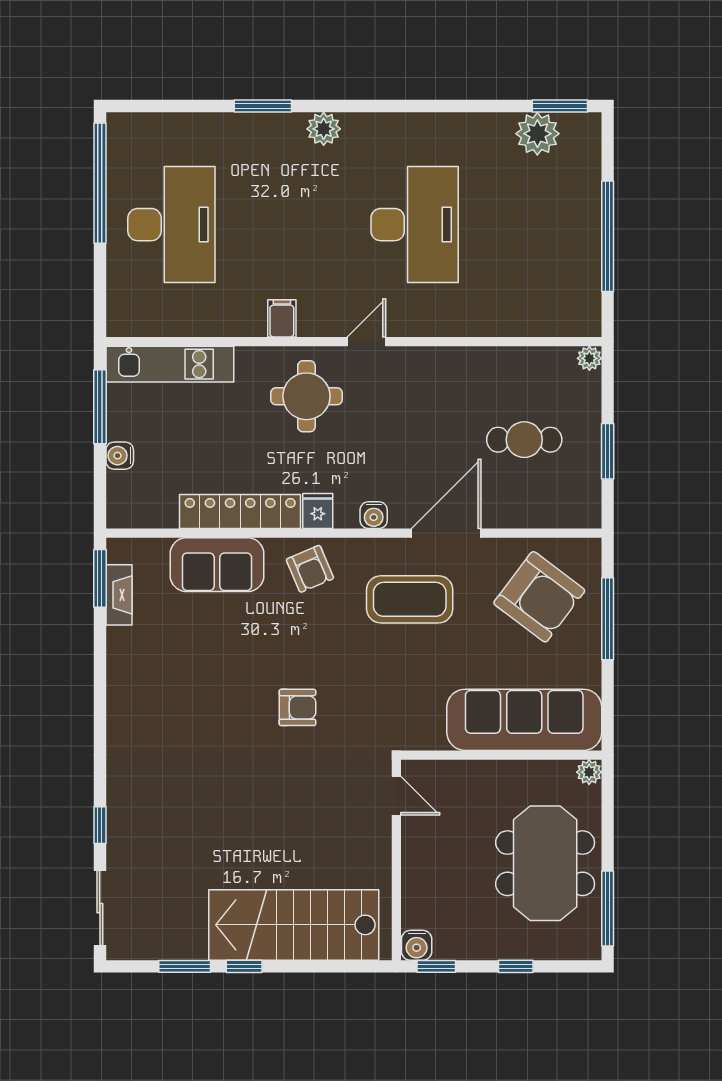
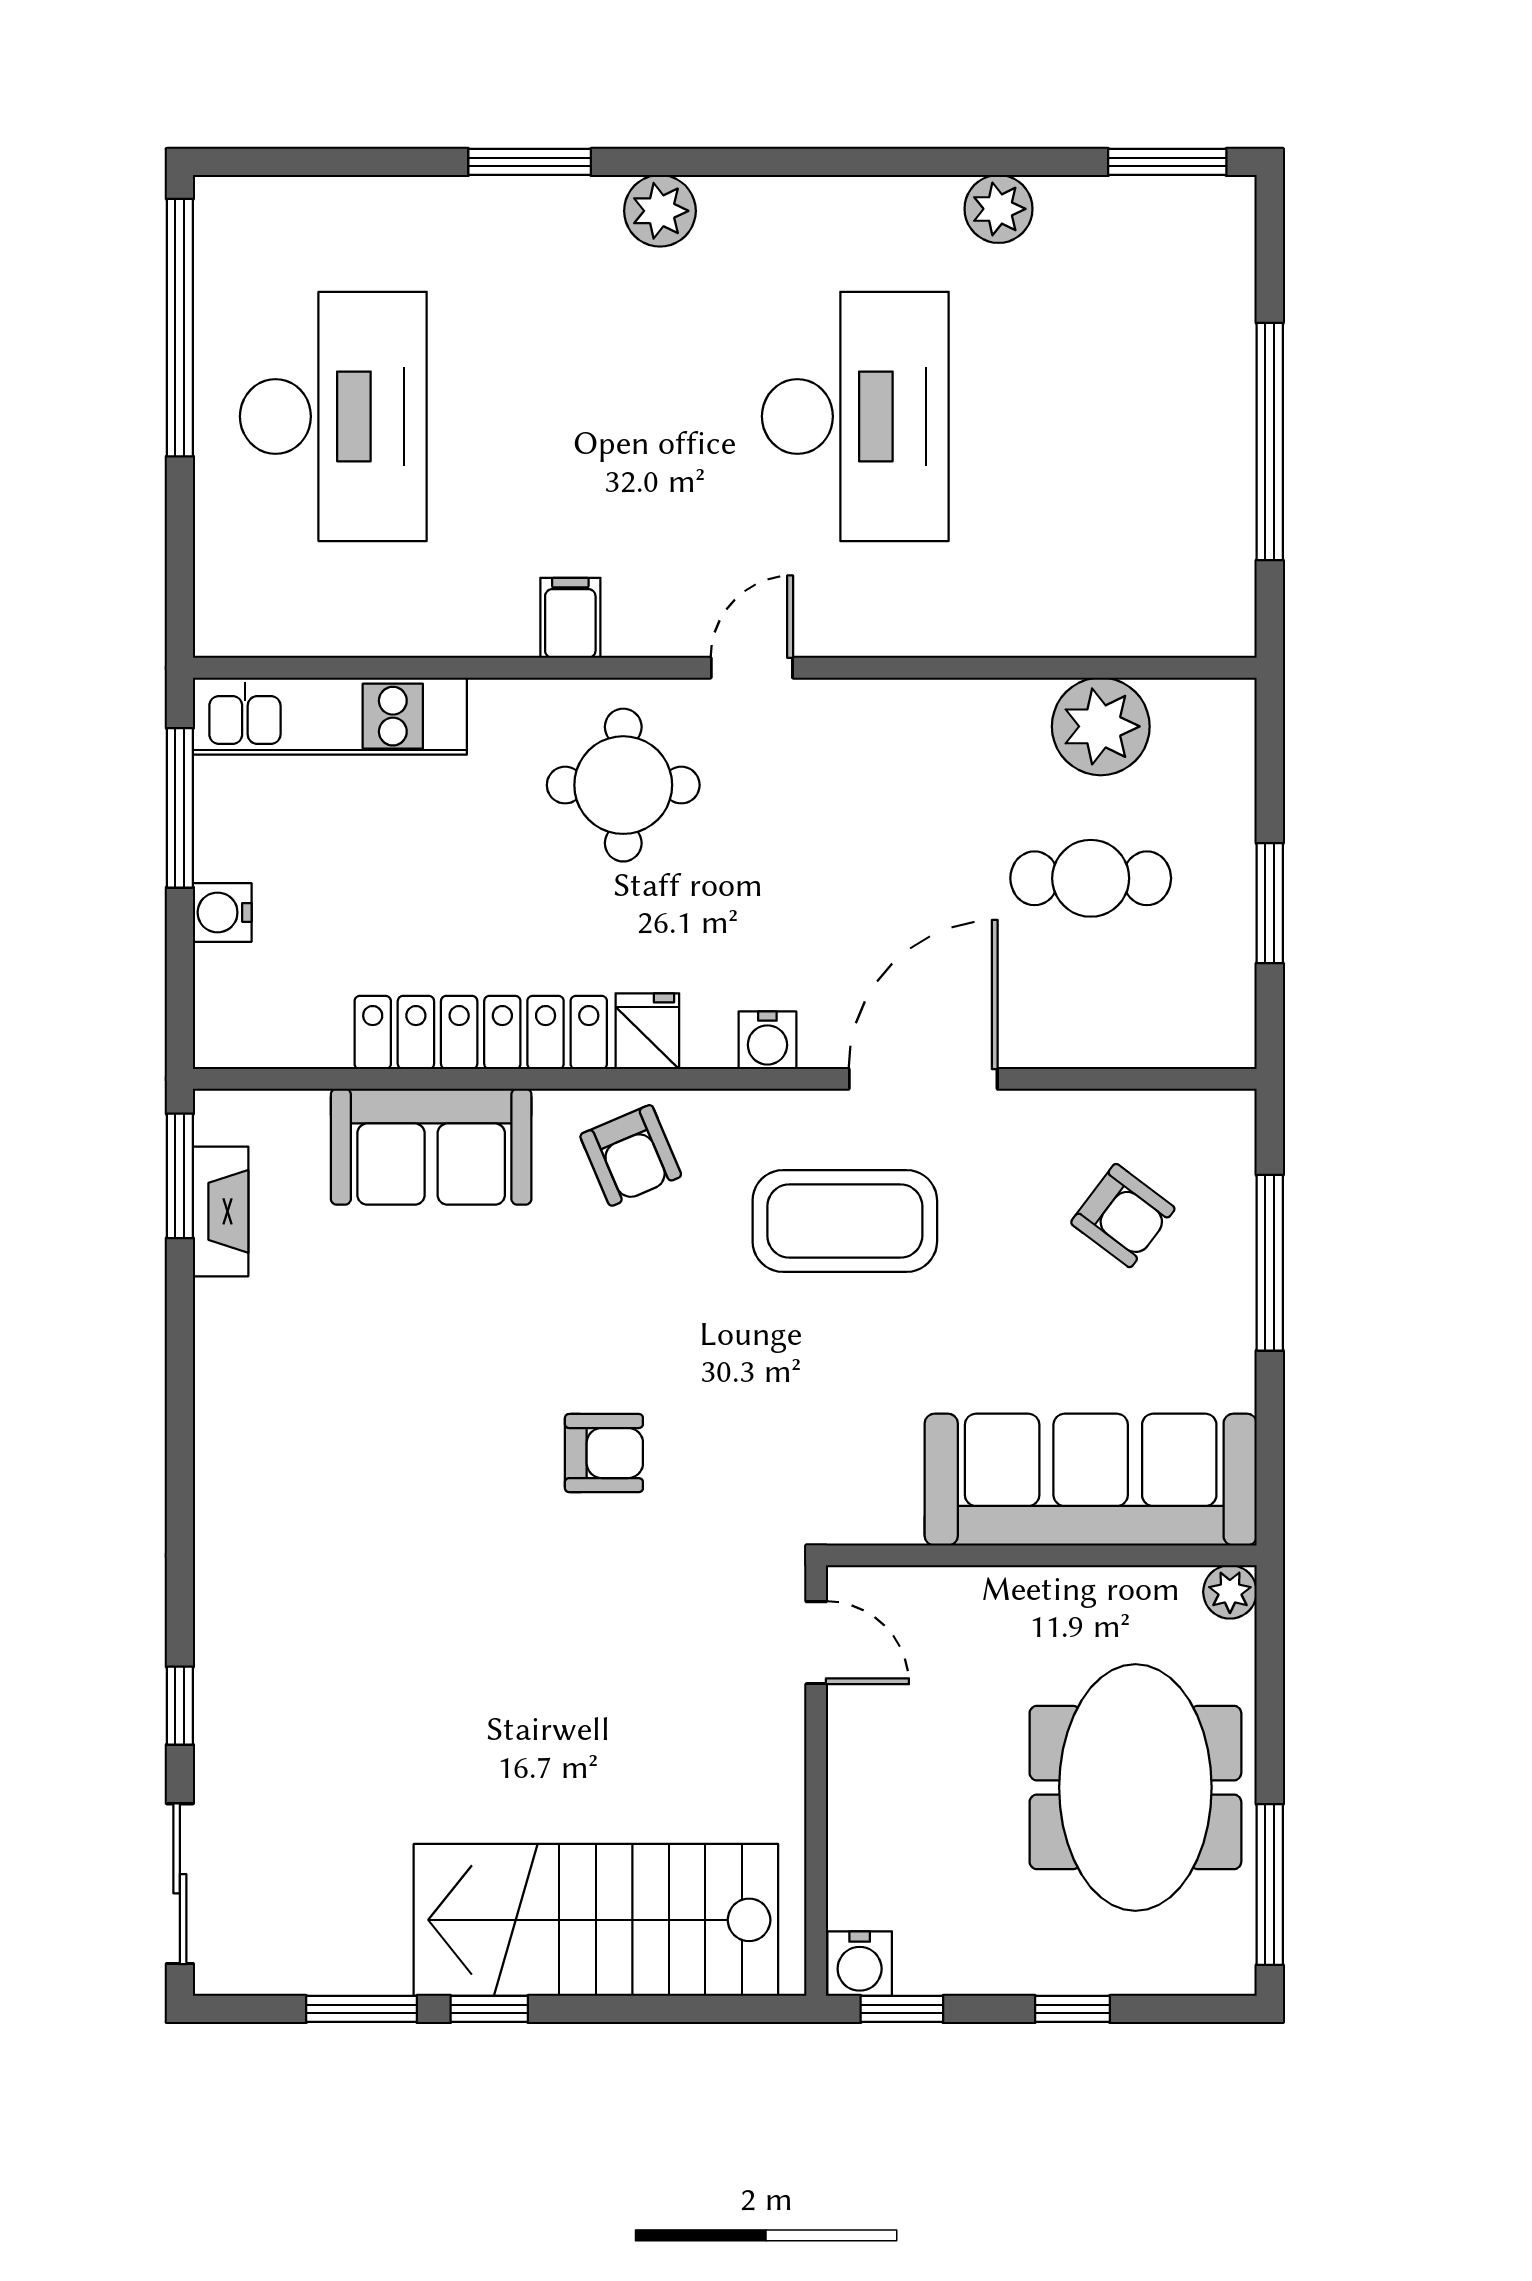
plant: (537, 134) -> (999, 209), moved, width x0.73, depth x0.73
plant: (589, 358) -> (1101, 726), moved, width x1.87, depth x1.87
armchair: (539, 597) -> (1123, 1216), width x0.53, depth x0.53

